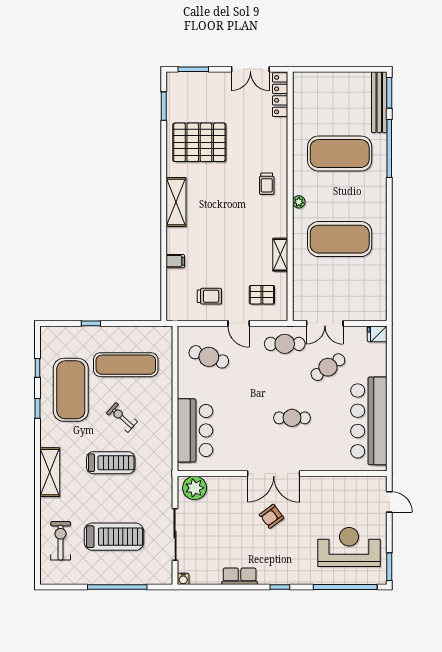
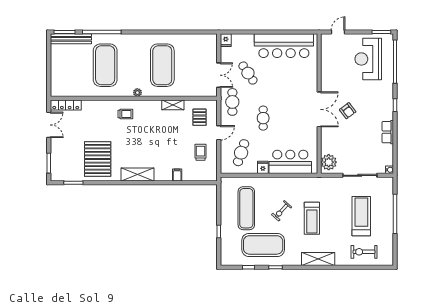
fridge: (187, 390) -> (263, 167), added
cafe table: (292, 418) -> (263, 118), moved
treadmill: (111, 463) -> (312, 218), turned 180

